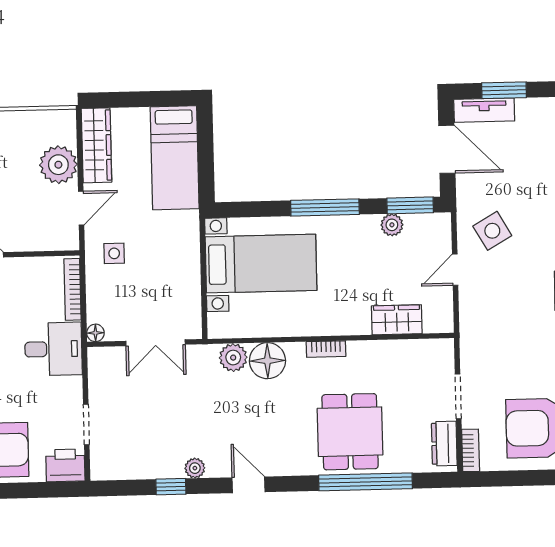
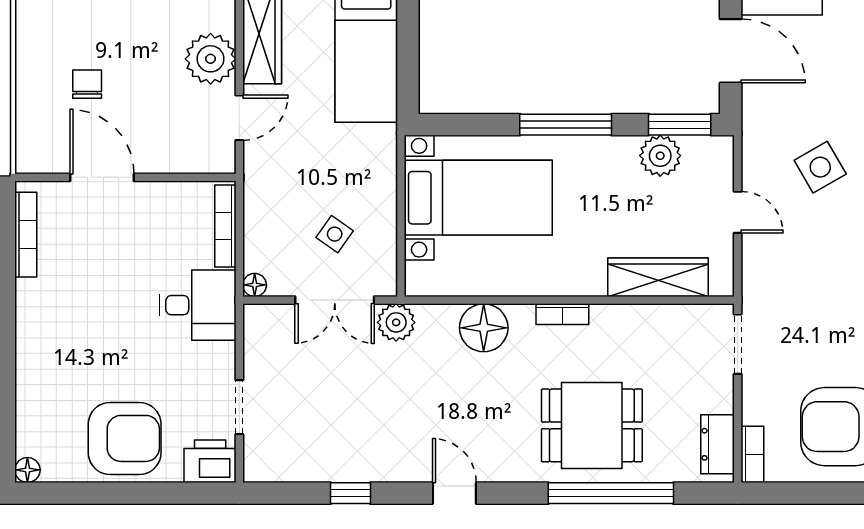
plant: (392, 225) -> (660, 156), width x1.38, depth x1.38
side table: (492, 231) -> (820, 167), moved
side table: (114, 253) -> (335, 234), moved, turned 35
door: (455, 270) -> (738, 212), swing flipped
wardrobe: (397, 320) -> (658, 277), width x1.50
plant: (233, 358) -> (396, 322), moved
doorway: (458, 396) -> (738, 344), moved
dining table: (350, 432) -> (592, 425), turned 90
plant: (195, 468) -> (383, 469), removed

